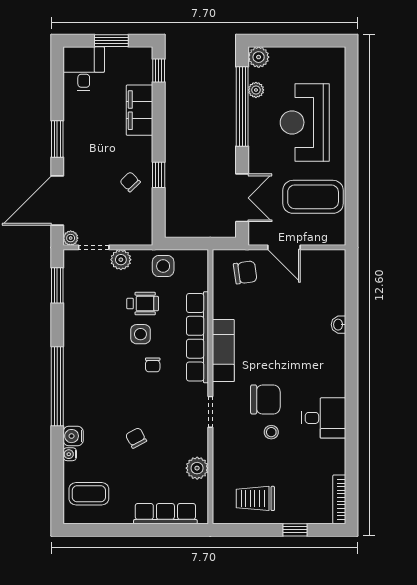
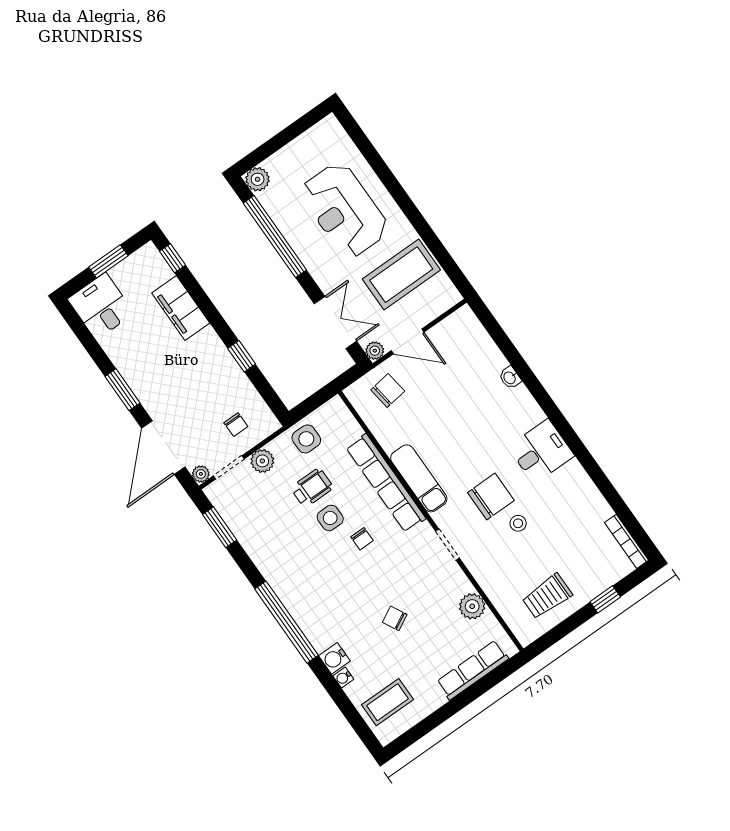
plant: (256, 90) -> (375, 351), moved
chair: (130, 182) -> (236, 425), moved, turned -136
desk: (324, 418) -> (541, 451), moved

